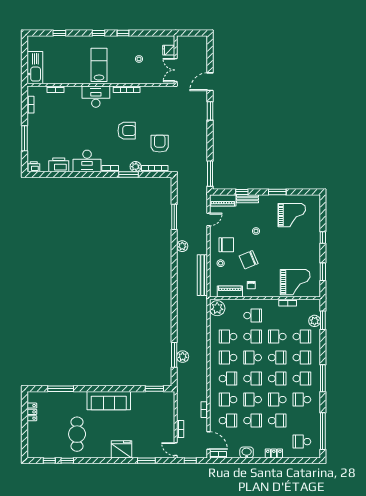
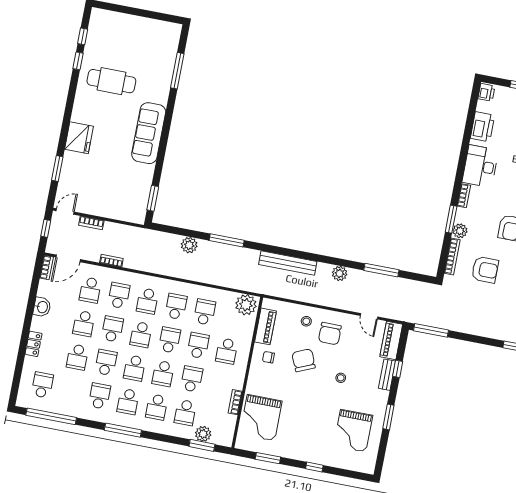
bench: (202, 275) -> (288, 263), moved
school desk: (253, 337) -> (198, 346), turned 180
window: (174, 355) -> (227, 240), moved
locker: (32, 412) -> (153, 25), removed

